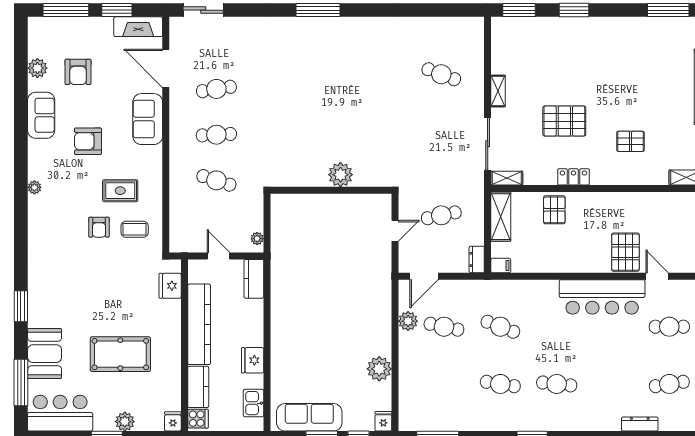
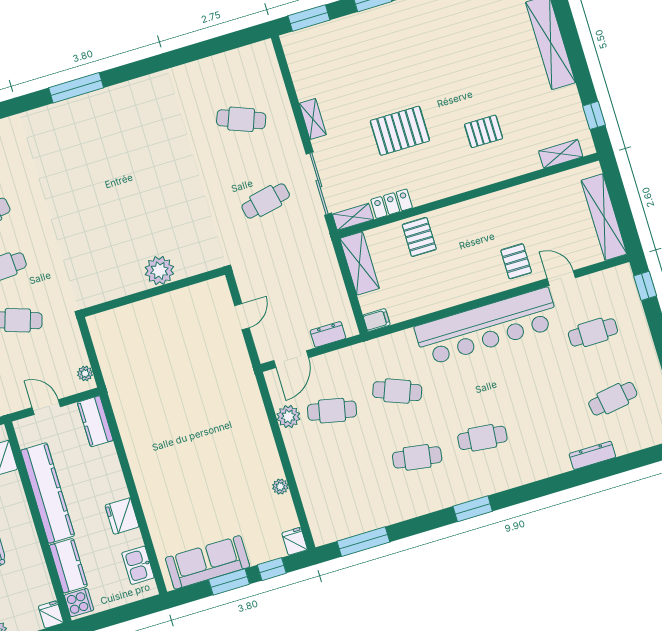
locker: (573, 177) -> (392, 204), moved
cafe table: (441, 215) -> (266, 201), moved
pallet: (625, 252) -> (516, 261), width x0.67, depth x0.71
dresser: (477, 259) -> (328, 334), moved, turned 90
bar counter: (602, 297) -> (487, 327), width x1.36
plant: (379, 369) -> (280, 487), width x0.53, depth x0.53

